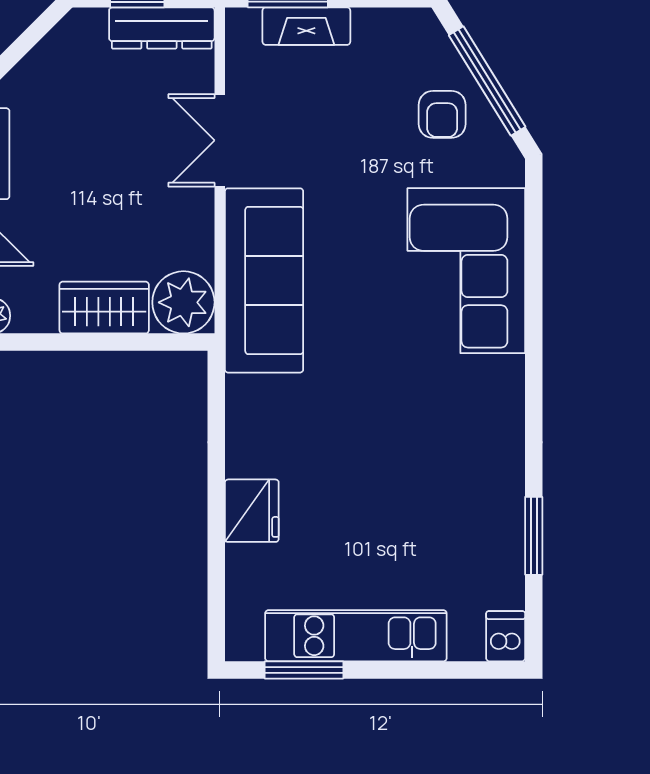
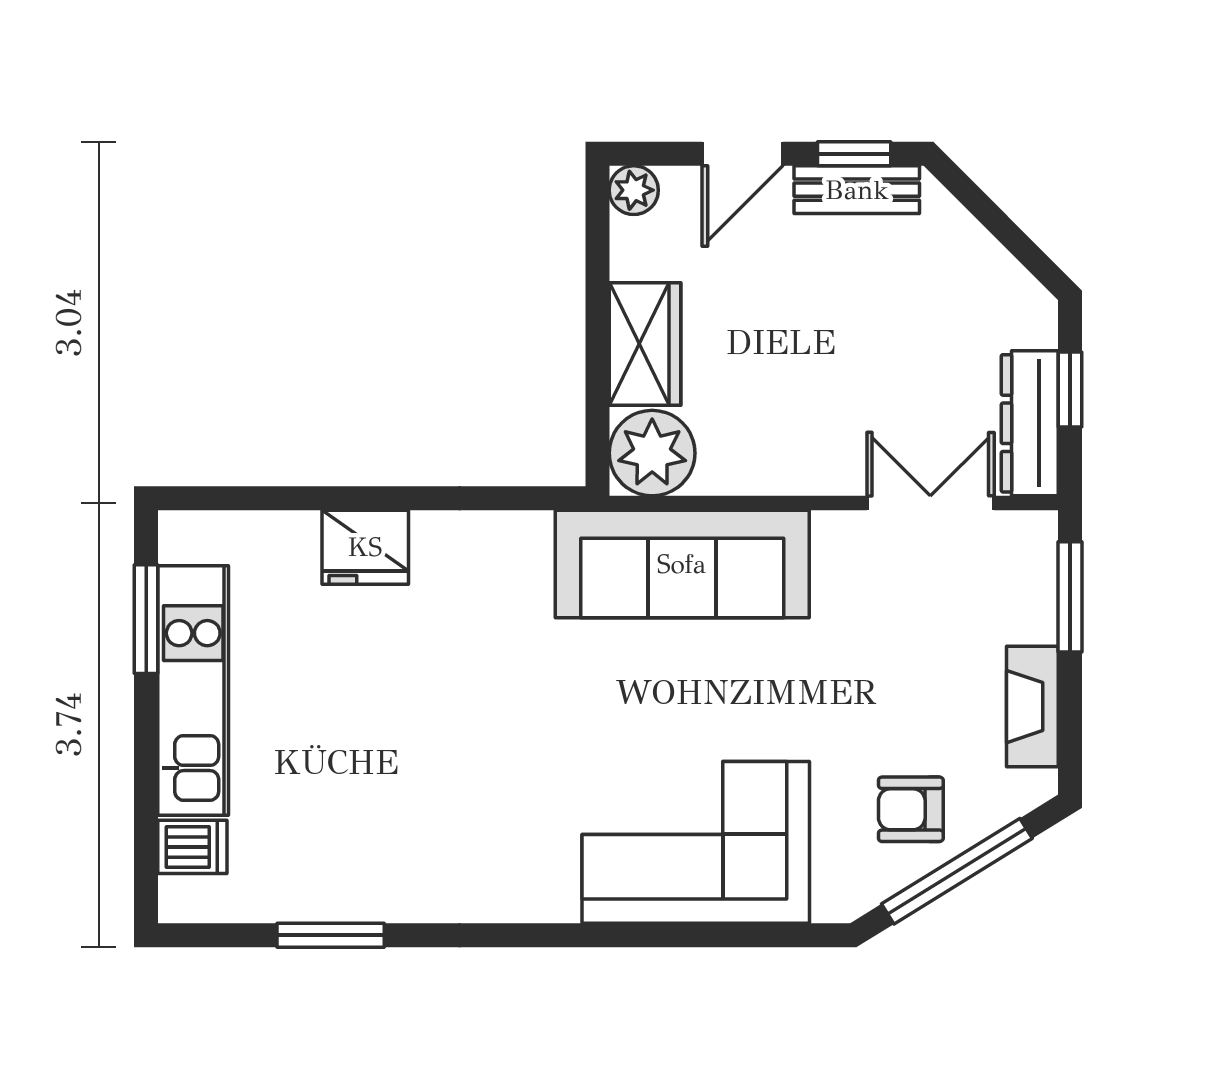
fireplace: (306, 26) -> (1032, 707), moved
double door: (220, 140) -> (930, 503), moved
dishwasher: (506, 636) -> (192, 847), moved

